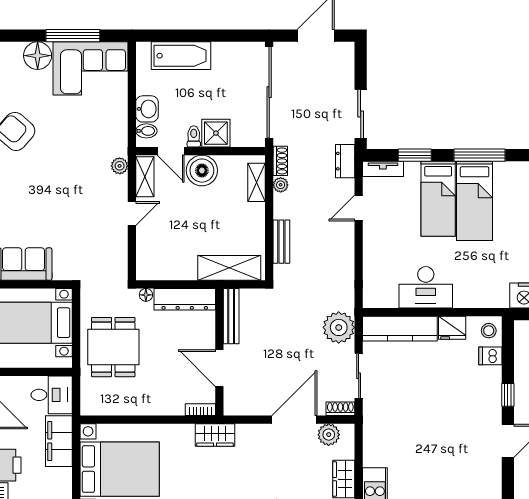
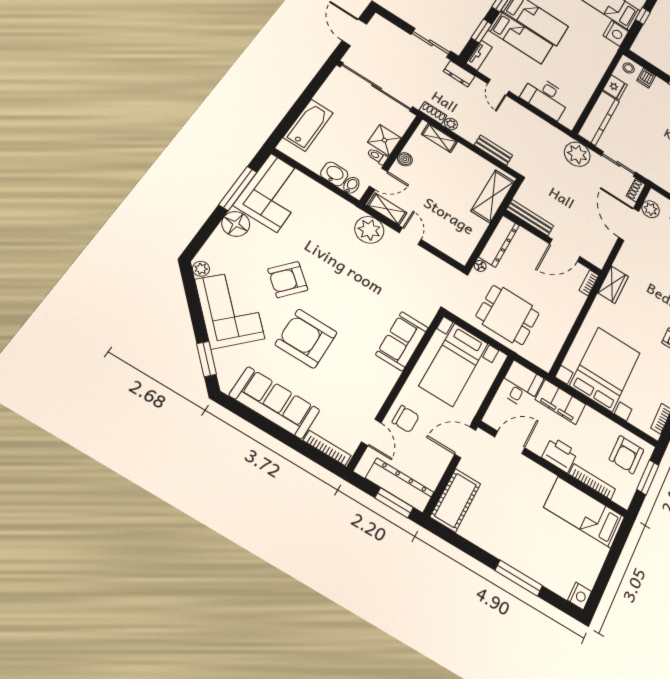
plant: (120, 166) -> (369, 230), width x1.87, depth x1.87
boiler: (202, 171) -> (405, 159), width x0.54, depth x0.54
desk: (426, 287) -> (546, 97), moved, turned 90

